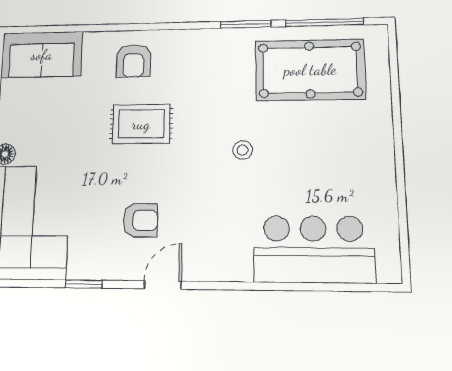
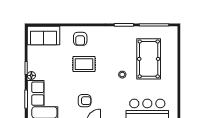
pool table: (310, 70) -> (149, 59), moved, turned 90

